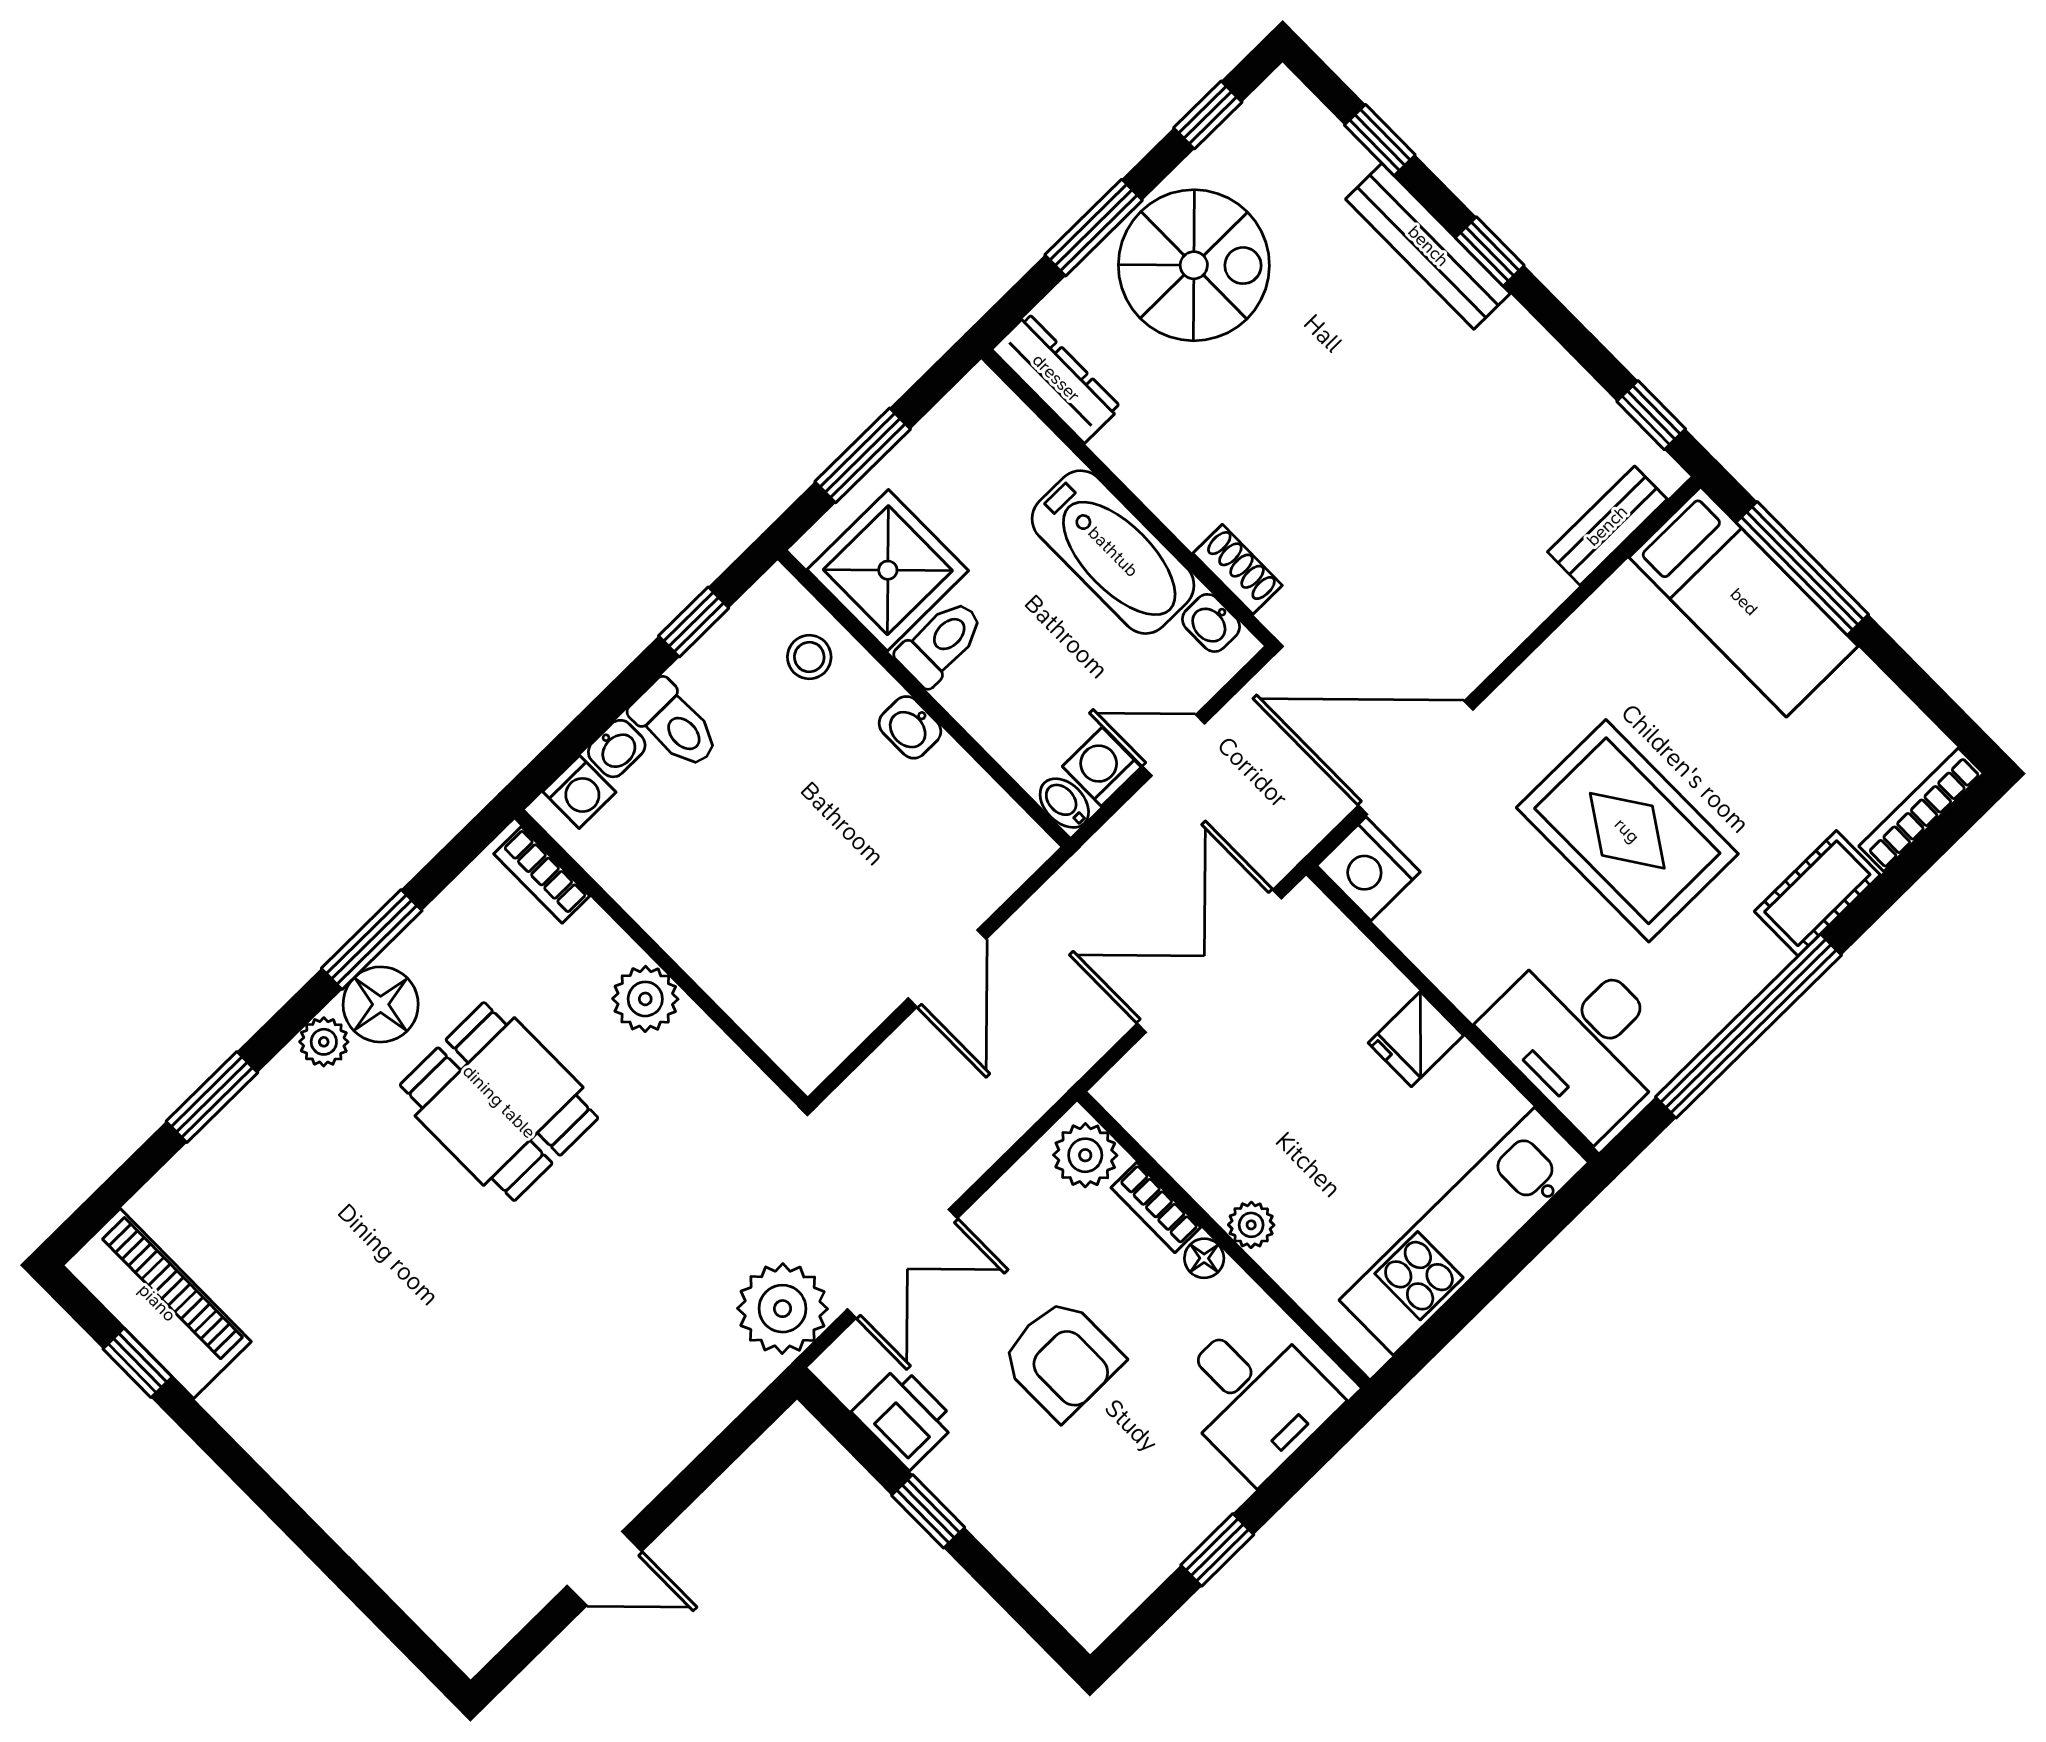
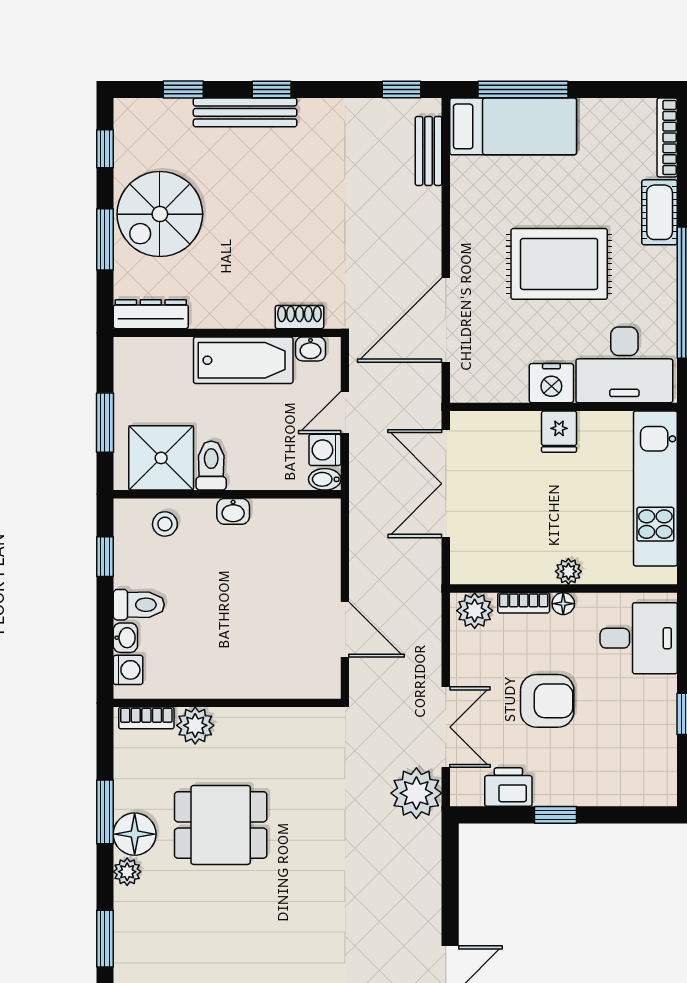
spiral stairs: (1194, 265) -> (160, 214), turned 180
nightstand: (1368, 869) -> (551, 383), moved
door: (947, 969) -> (345, 630), moved
plant: (645, 999) -> (195, 725), moved

